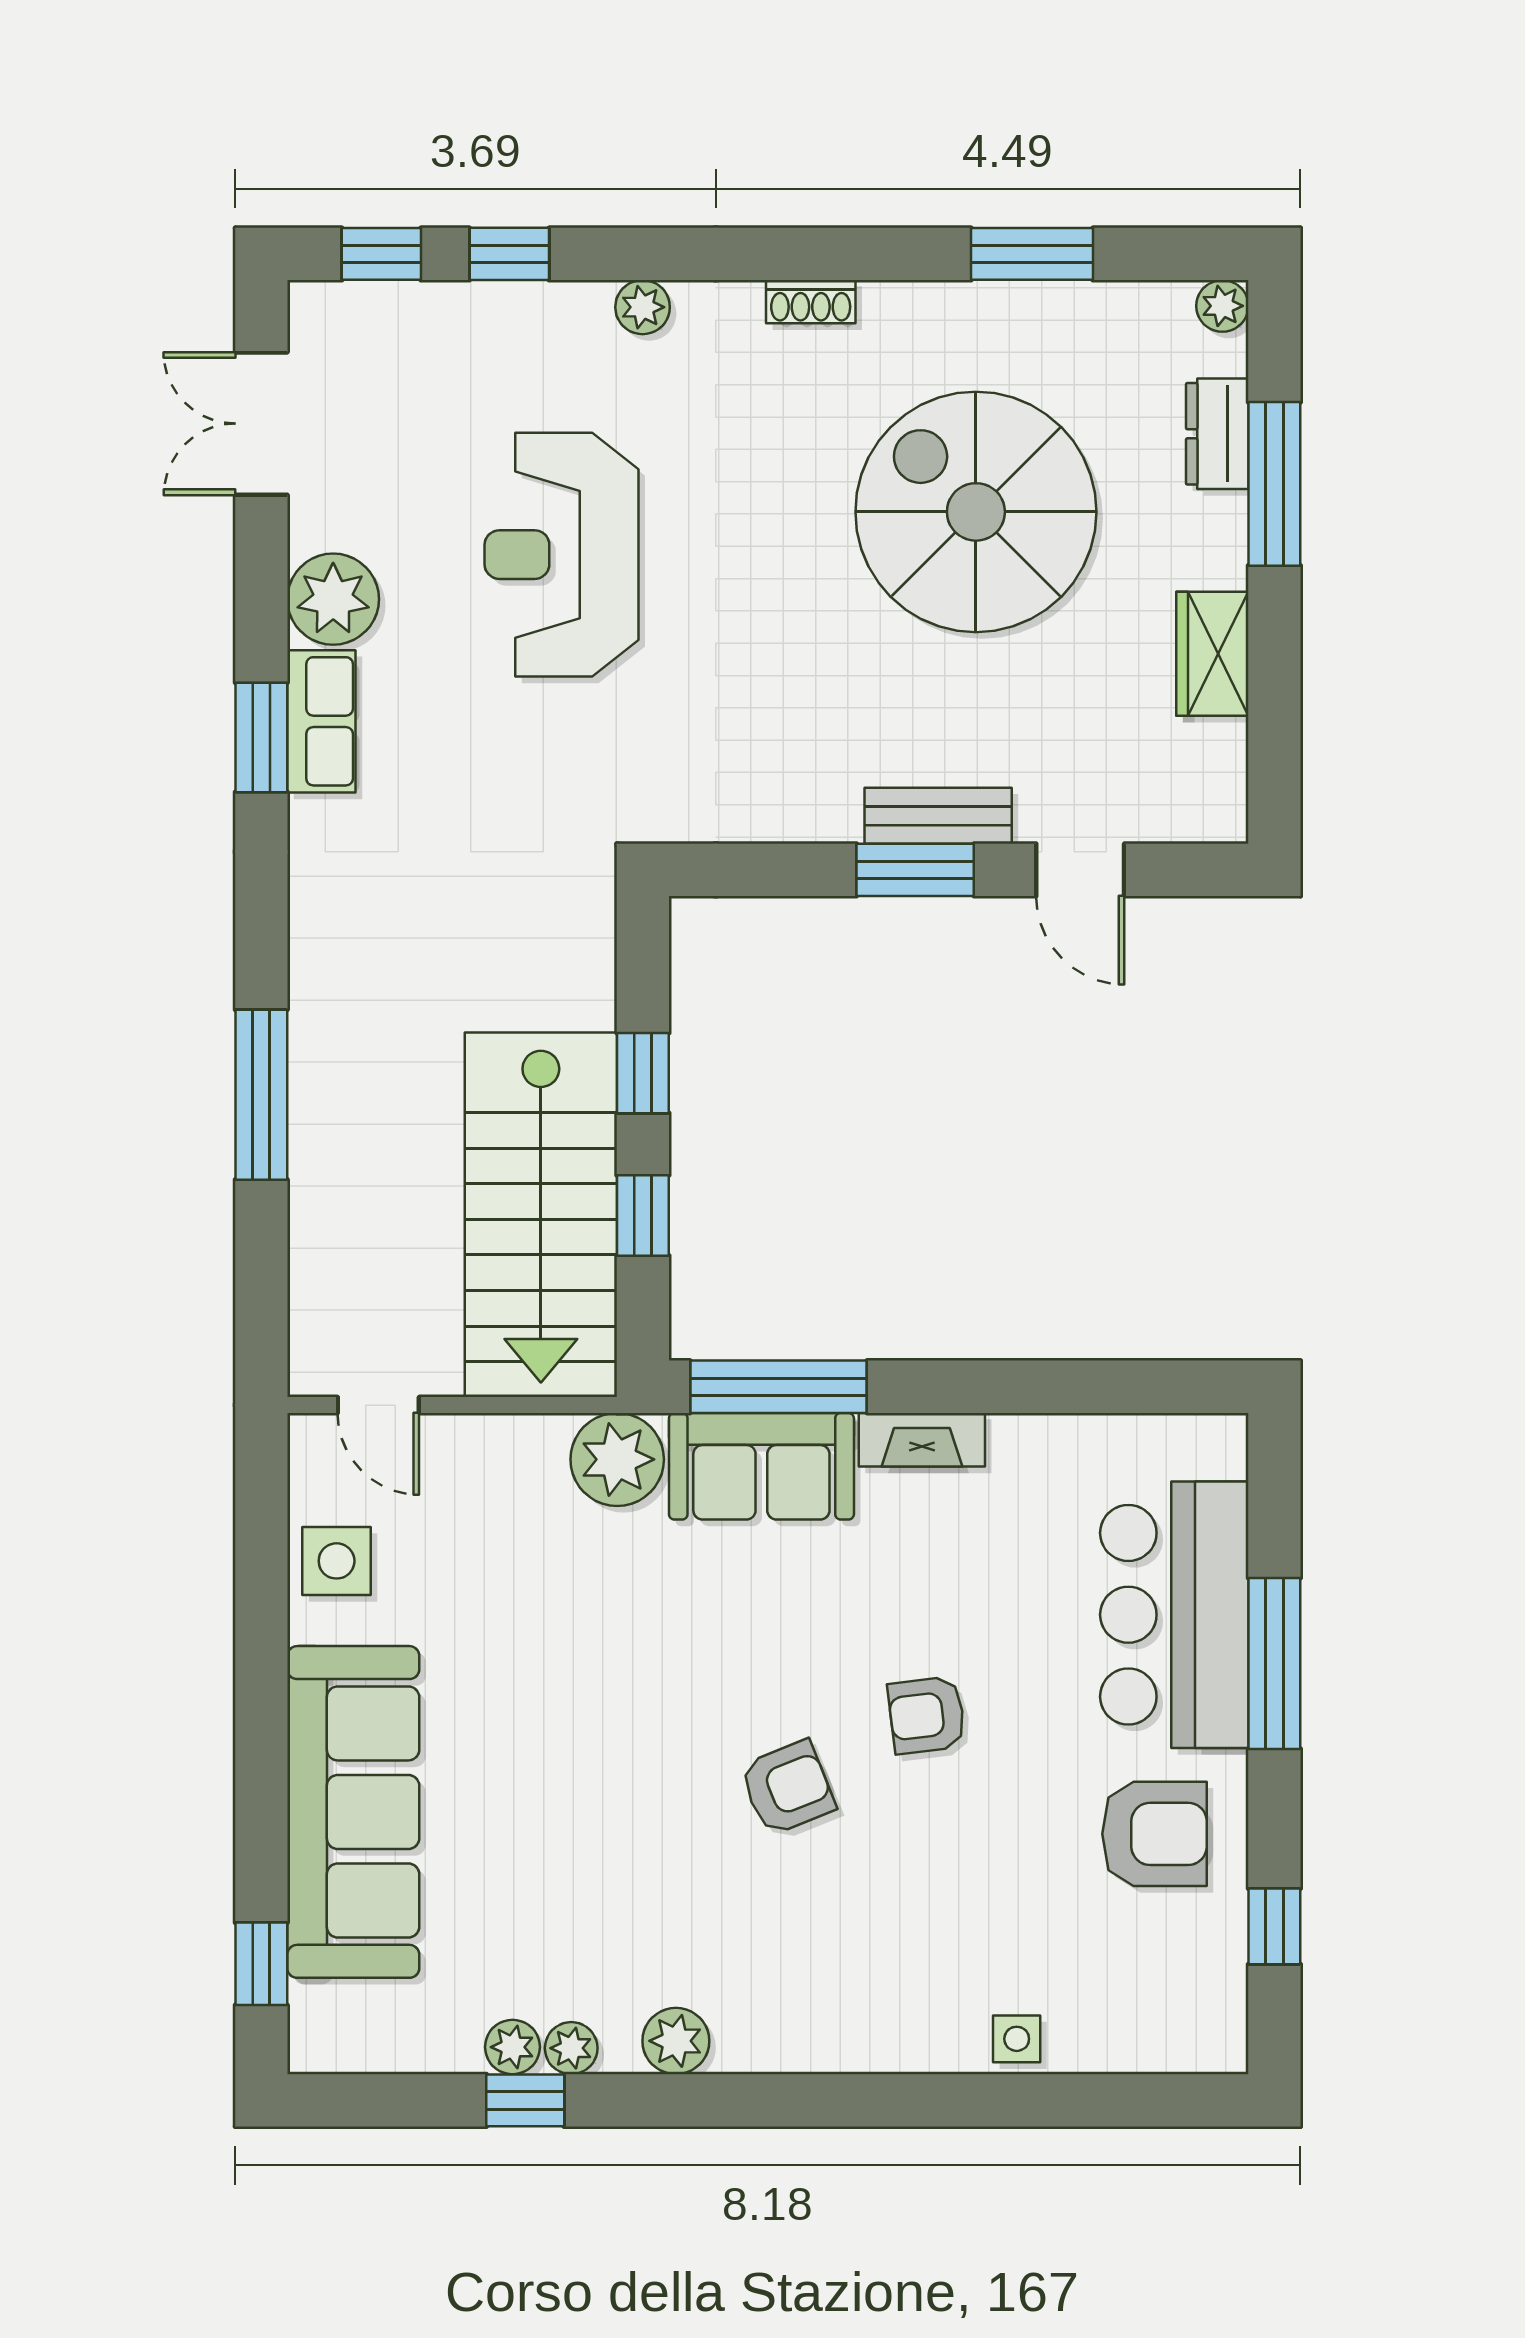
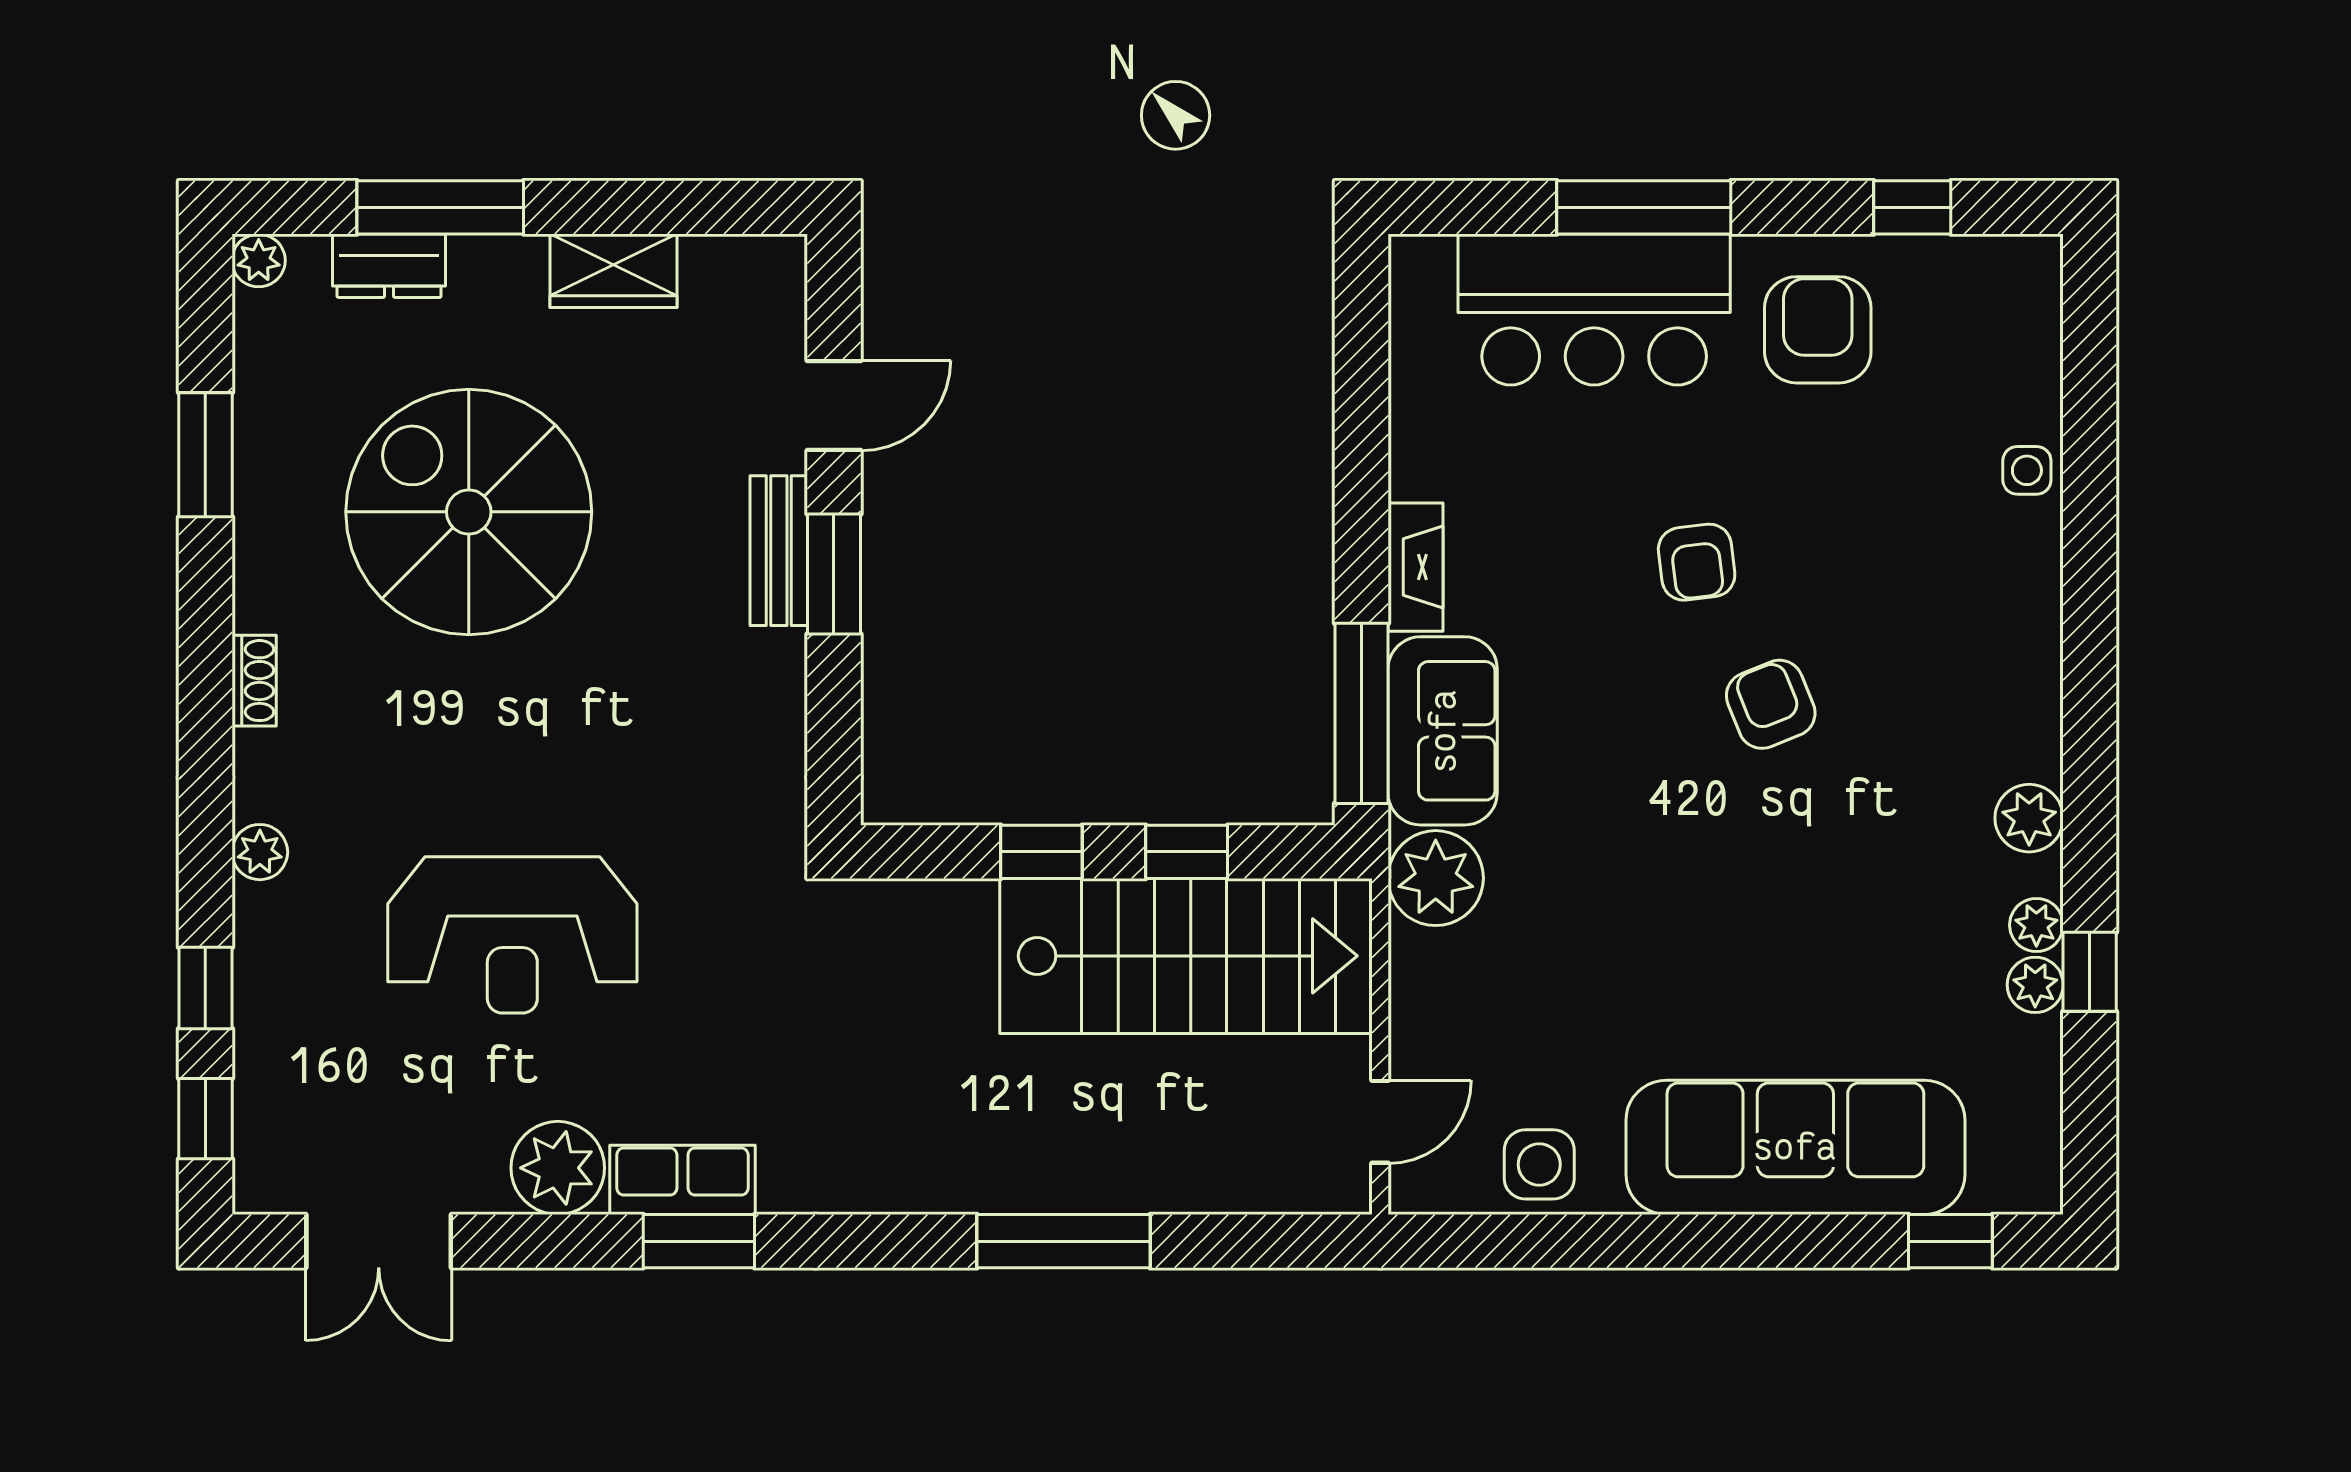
spiral stairs: (976, 512) -> (469, 512), turned 90

